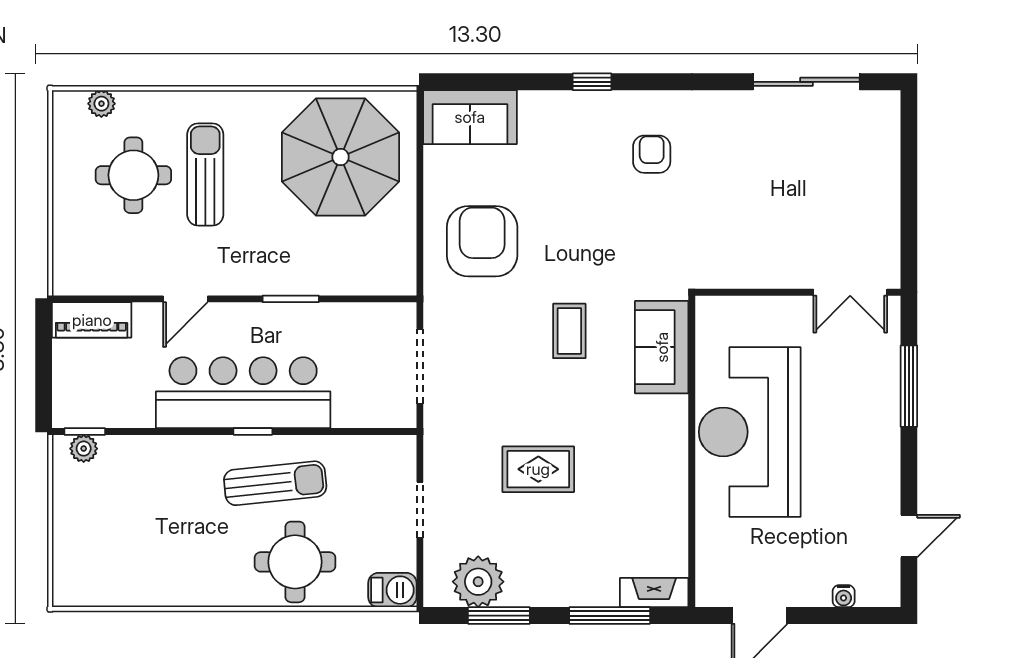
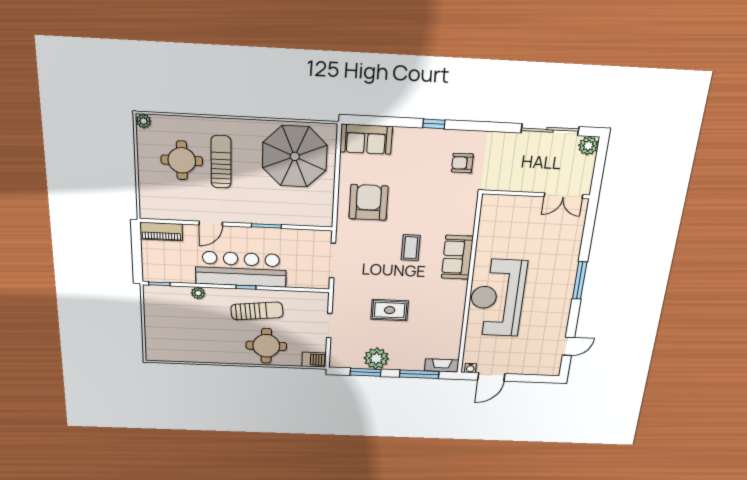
plant: (101, 104) -> (144, 121), moved
plant: (882, 109) -> (588, 146), added
armchair: (652, 154) -> (462, 163), turned -90
wall: (798, 292) -> (536, 194), moved
double door: (850, 292) -> (563, 196), moved
plant: (84, 449) -> (198, 293), moved
plant: (478, 582) -> (376, 358), moved
water cooler: (844, 596) -> (470, 368), moved

